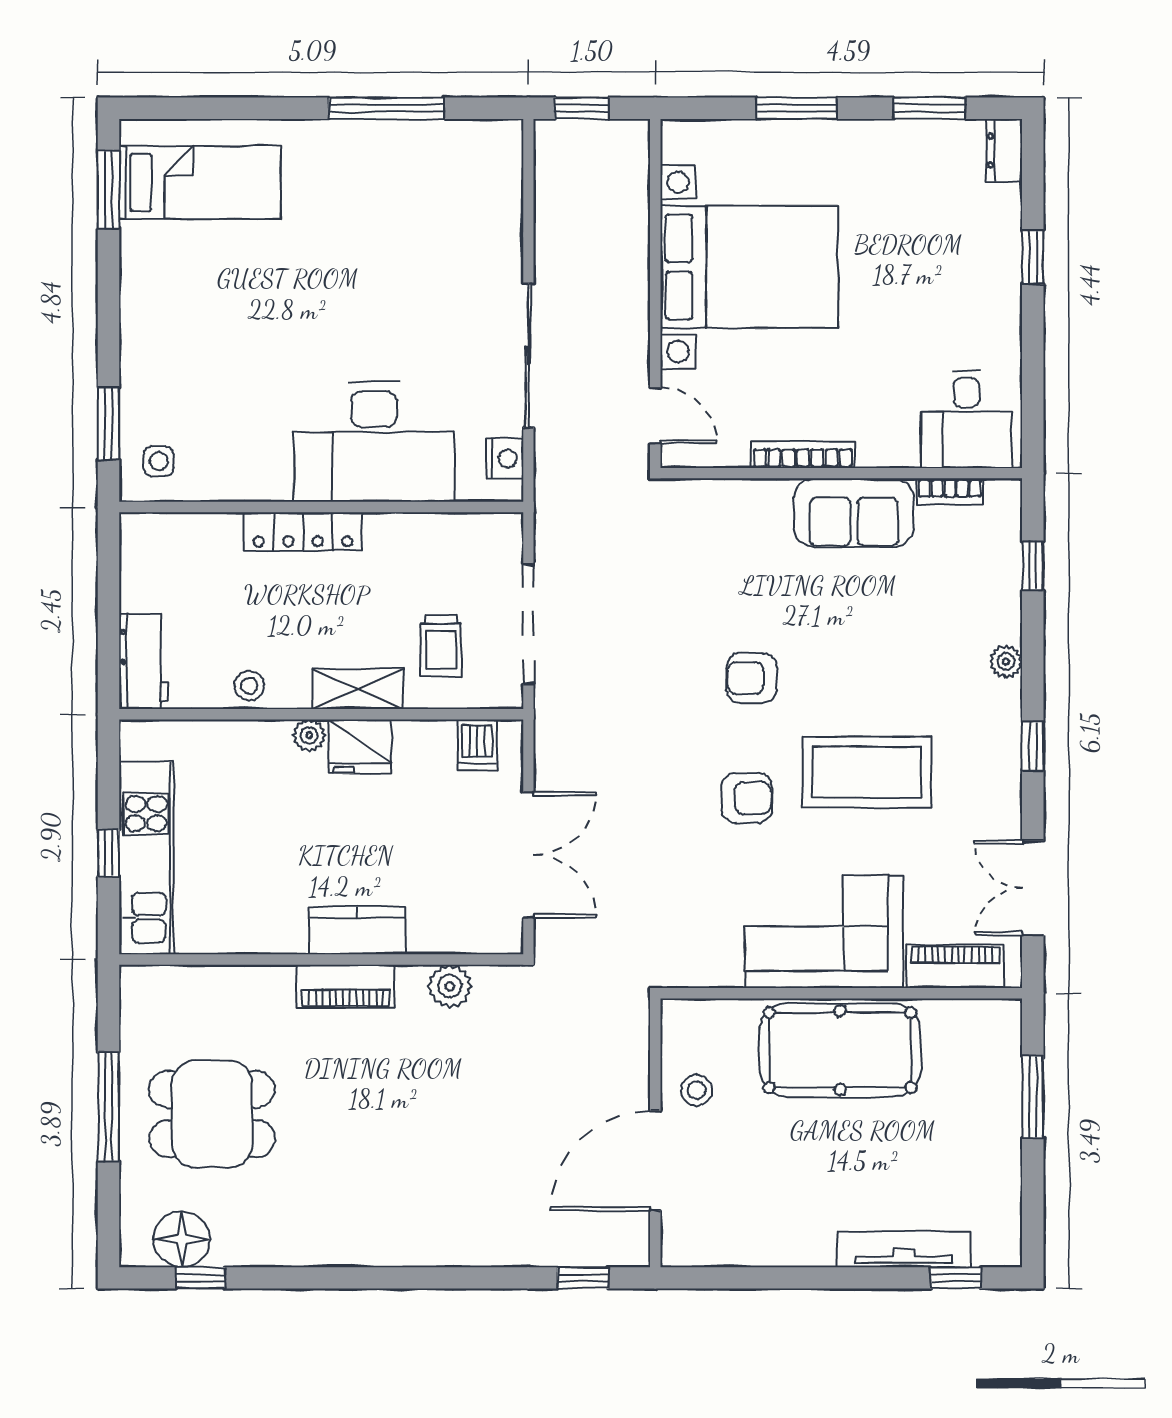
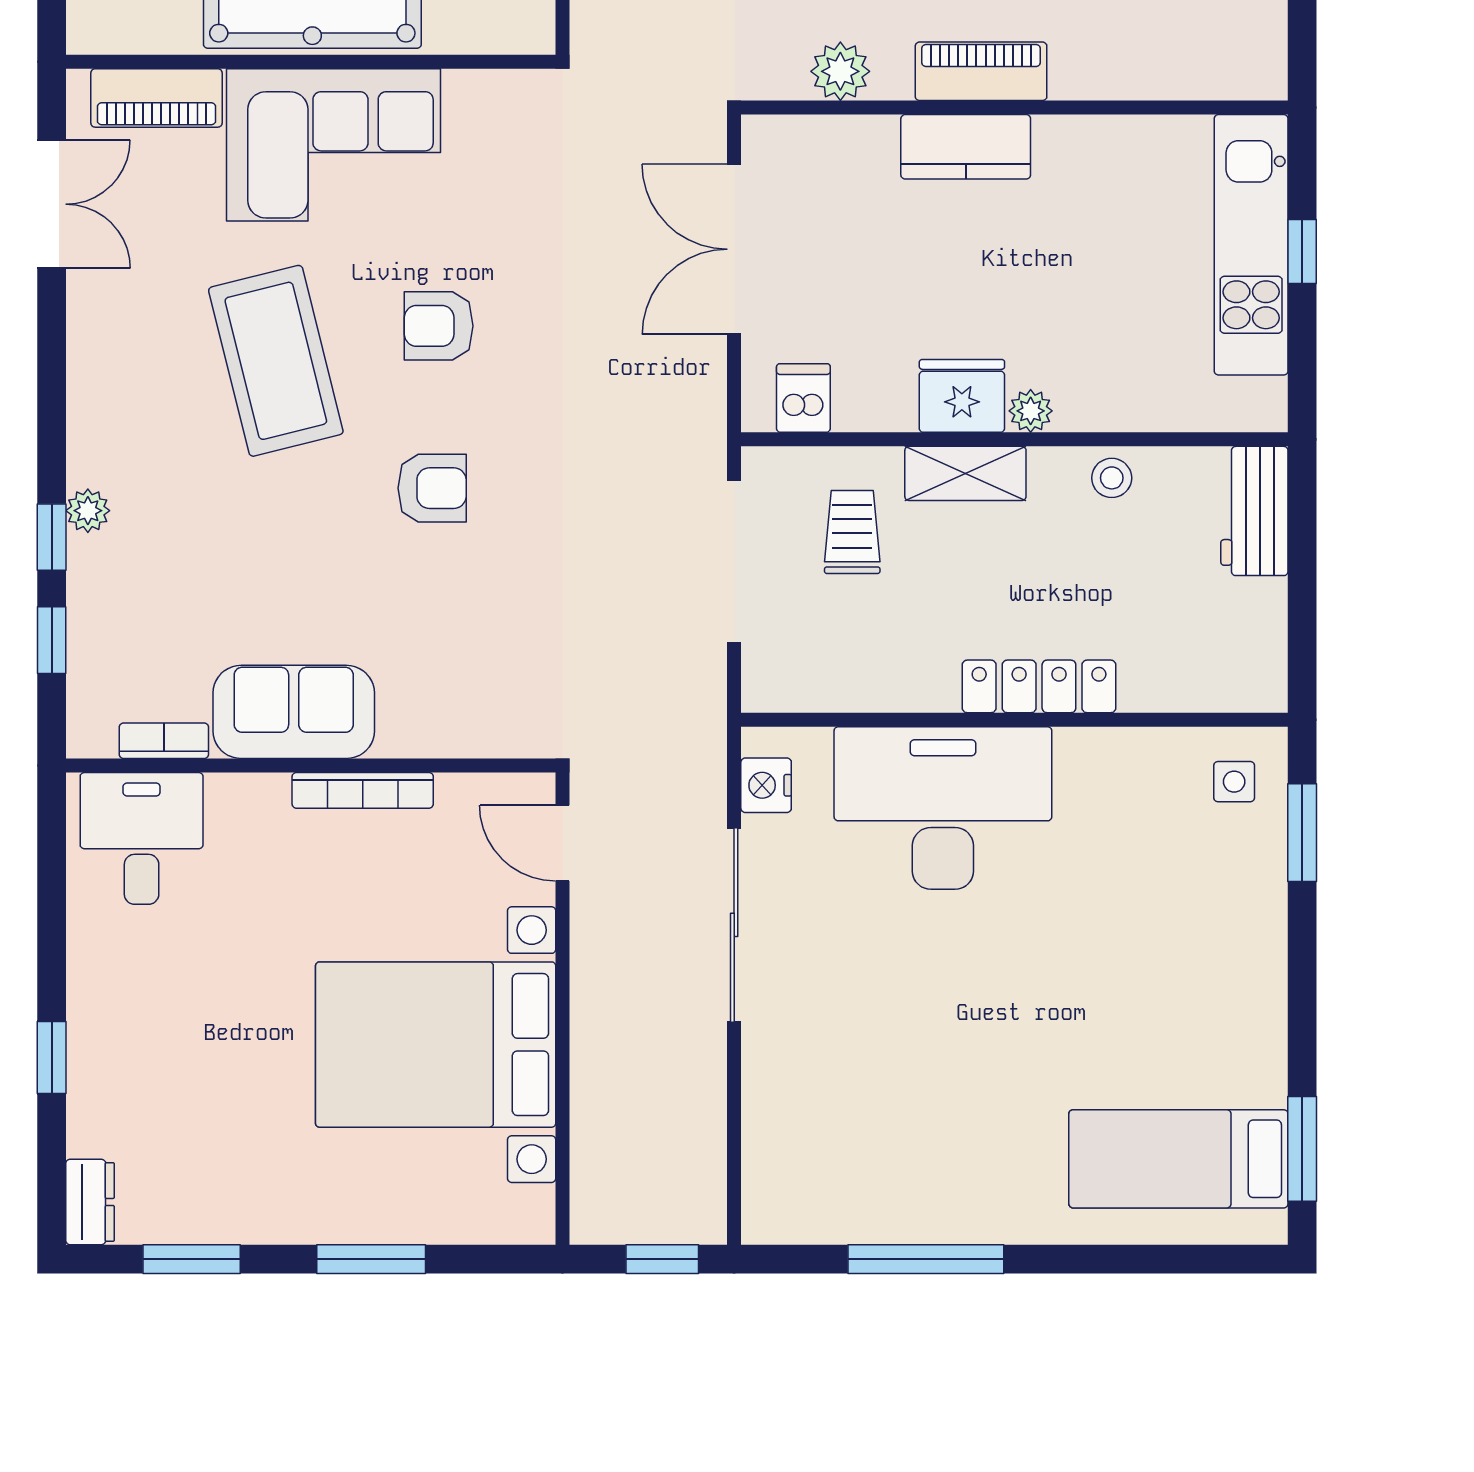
window: (1033, 746) -> (52, 537), moved
coffee table: (867, 772) -> (276, 361), turned 76

